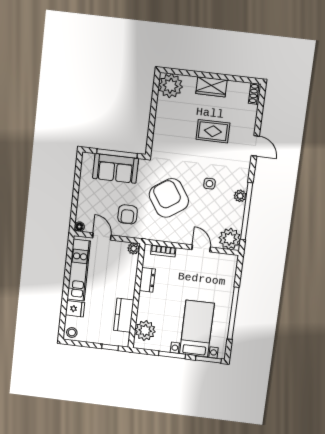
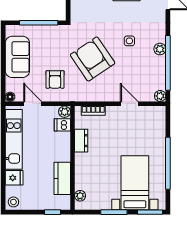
sofa: (116, 168) -> (17, 57), moved, turned -90
plant: (230, 239) -> (160, 96), width x0.53, depth x0.53
dishwasher: (130, 262) -> (62, 125), added
plant: (145, 330) -> (80, 196), width x0.53, depth x0.53

